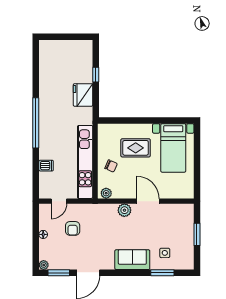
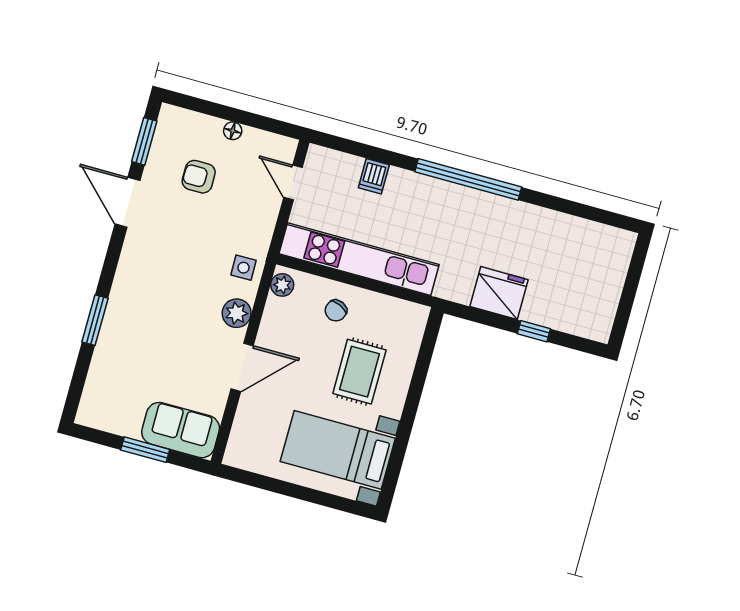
armchair: (73, 228) -> (199, 177), moved
side table: (165, 253) -> (244, 268), moved
sofa: (132, 260) -> (181, 430), moved, turned -90
plant: (44, 265) -> (169, 114), removed
window: (162, 273) -> (95, 320), moved

